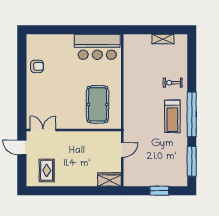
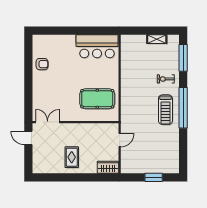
pool table: (98, 104) -> (97, 99), turned 90
window: (192, 161) -> (183, 58), moved
rug: (47, 170) -> (72, 157), moved

